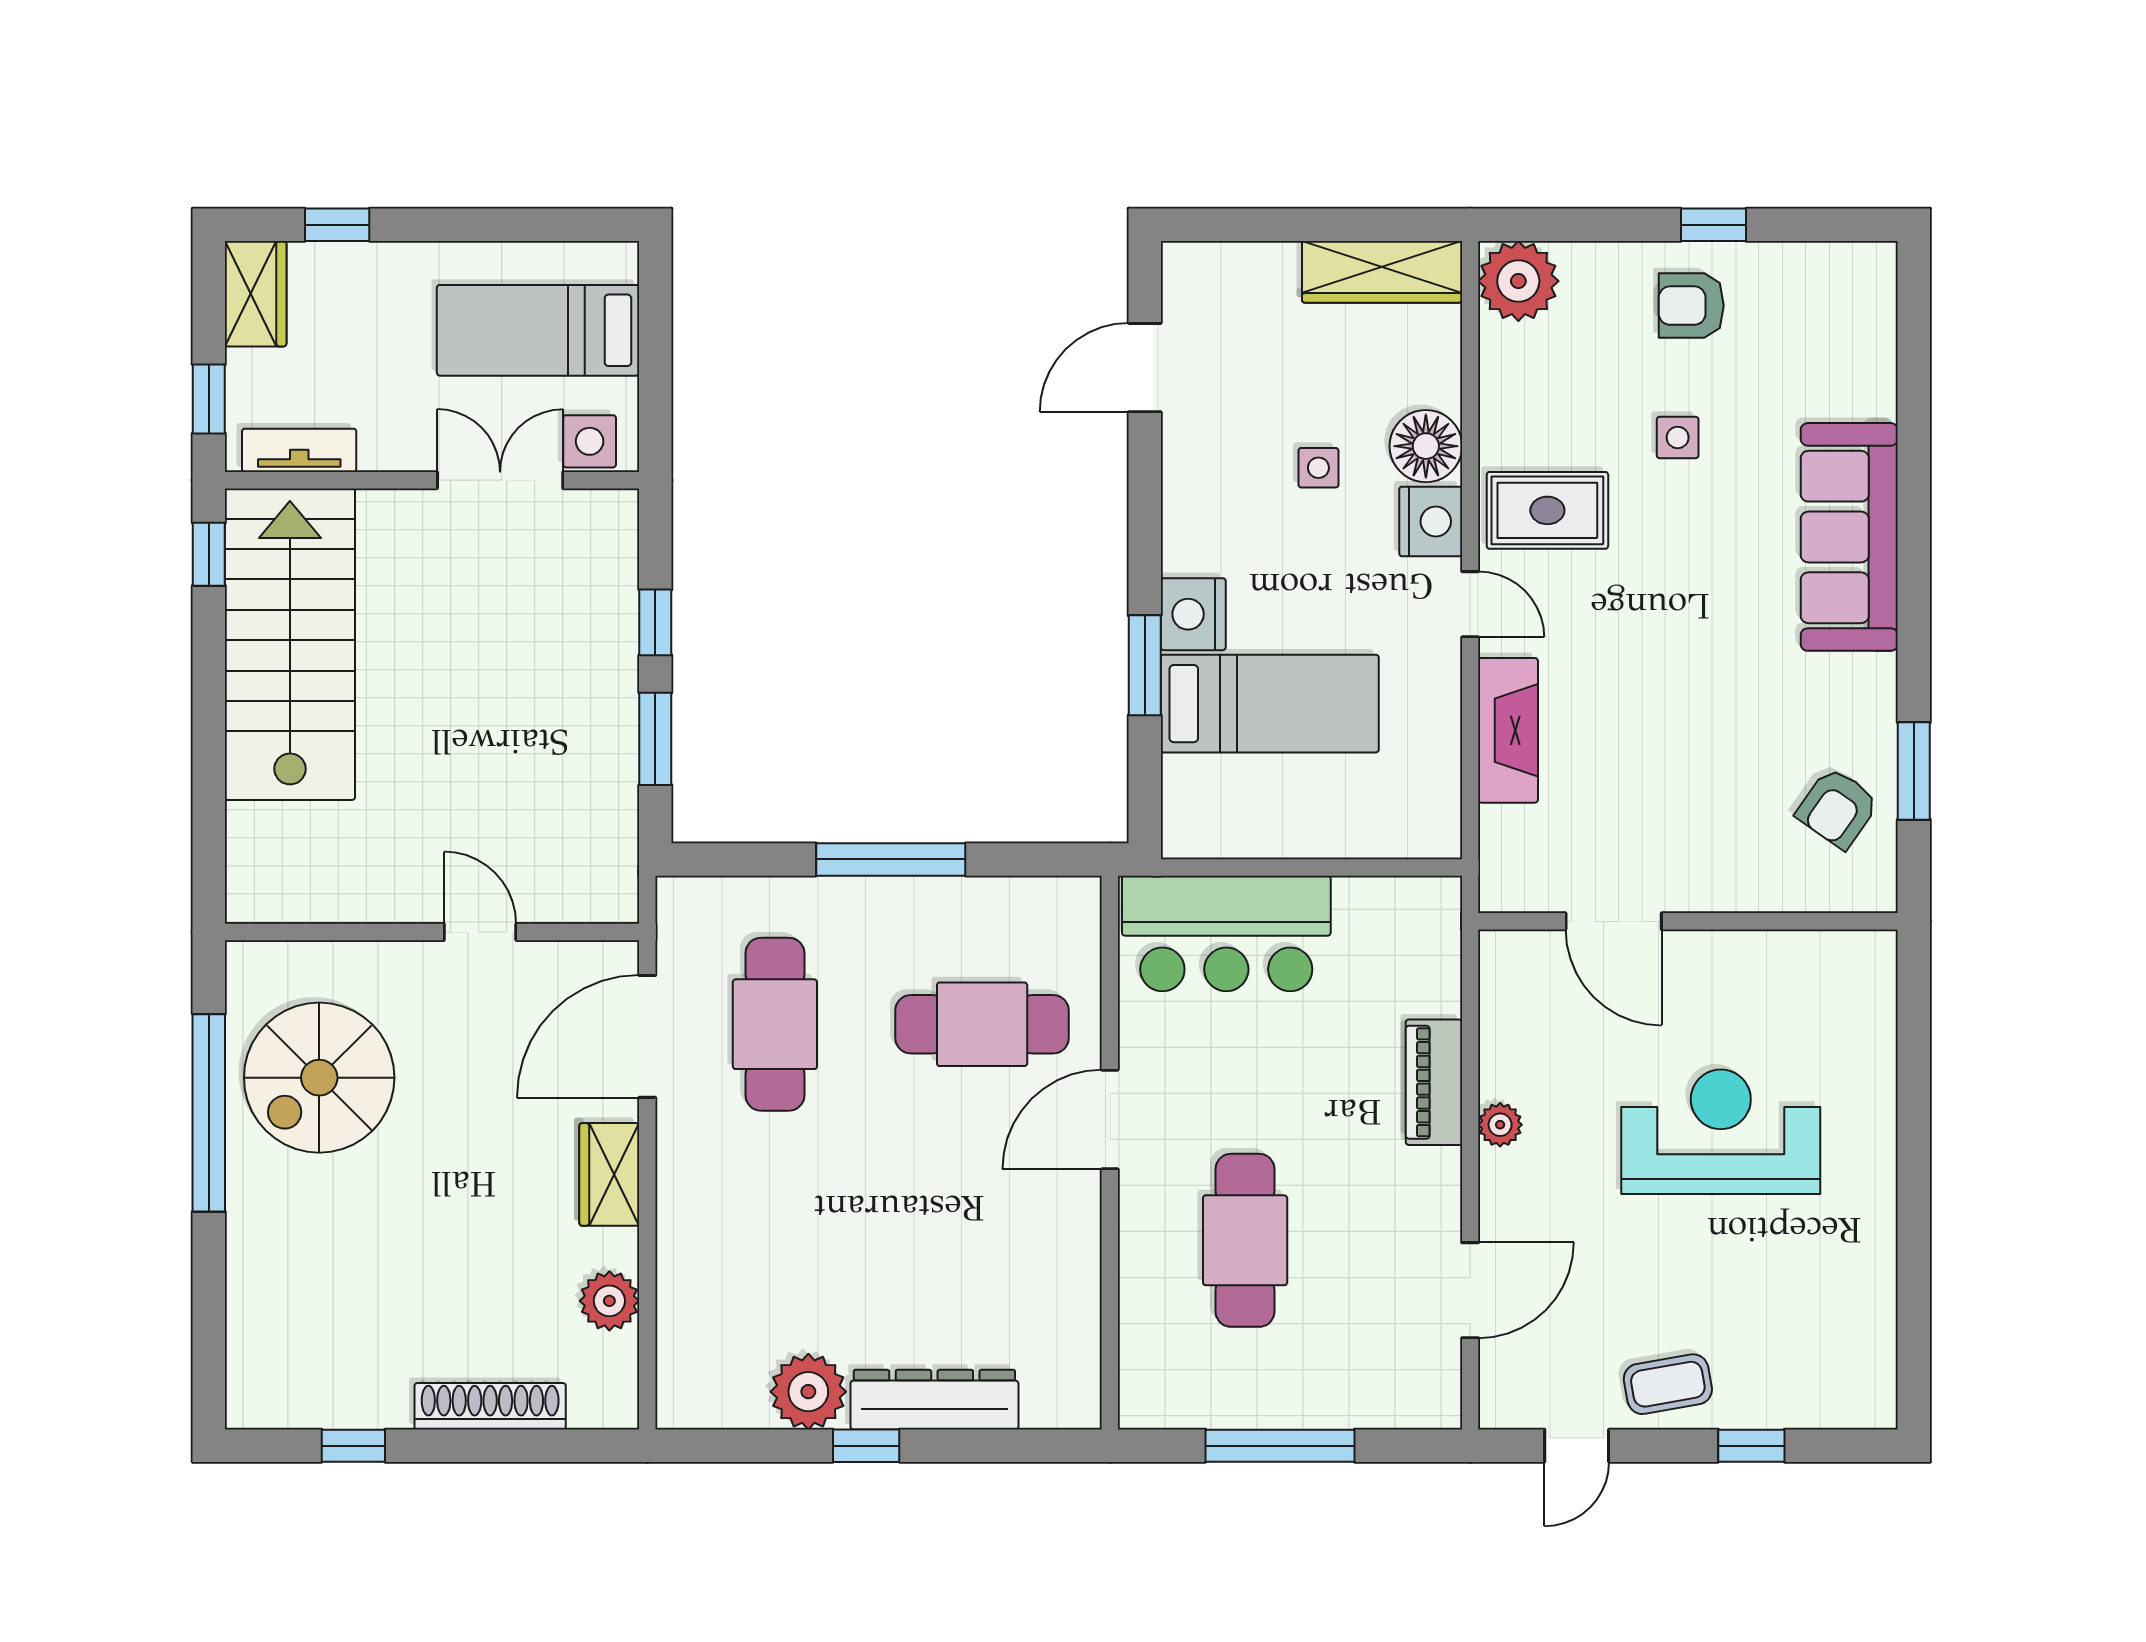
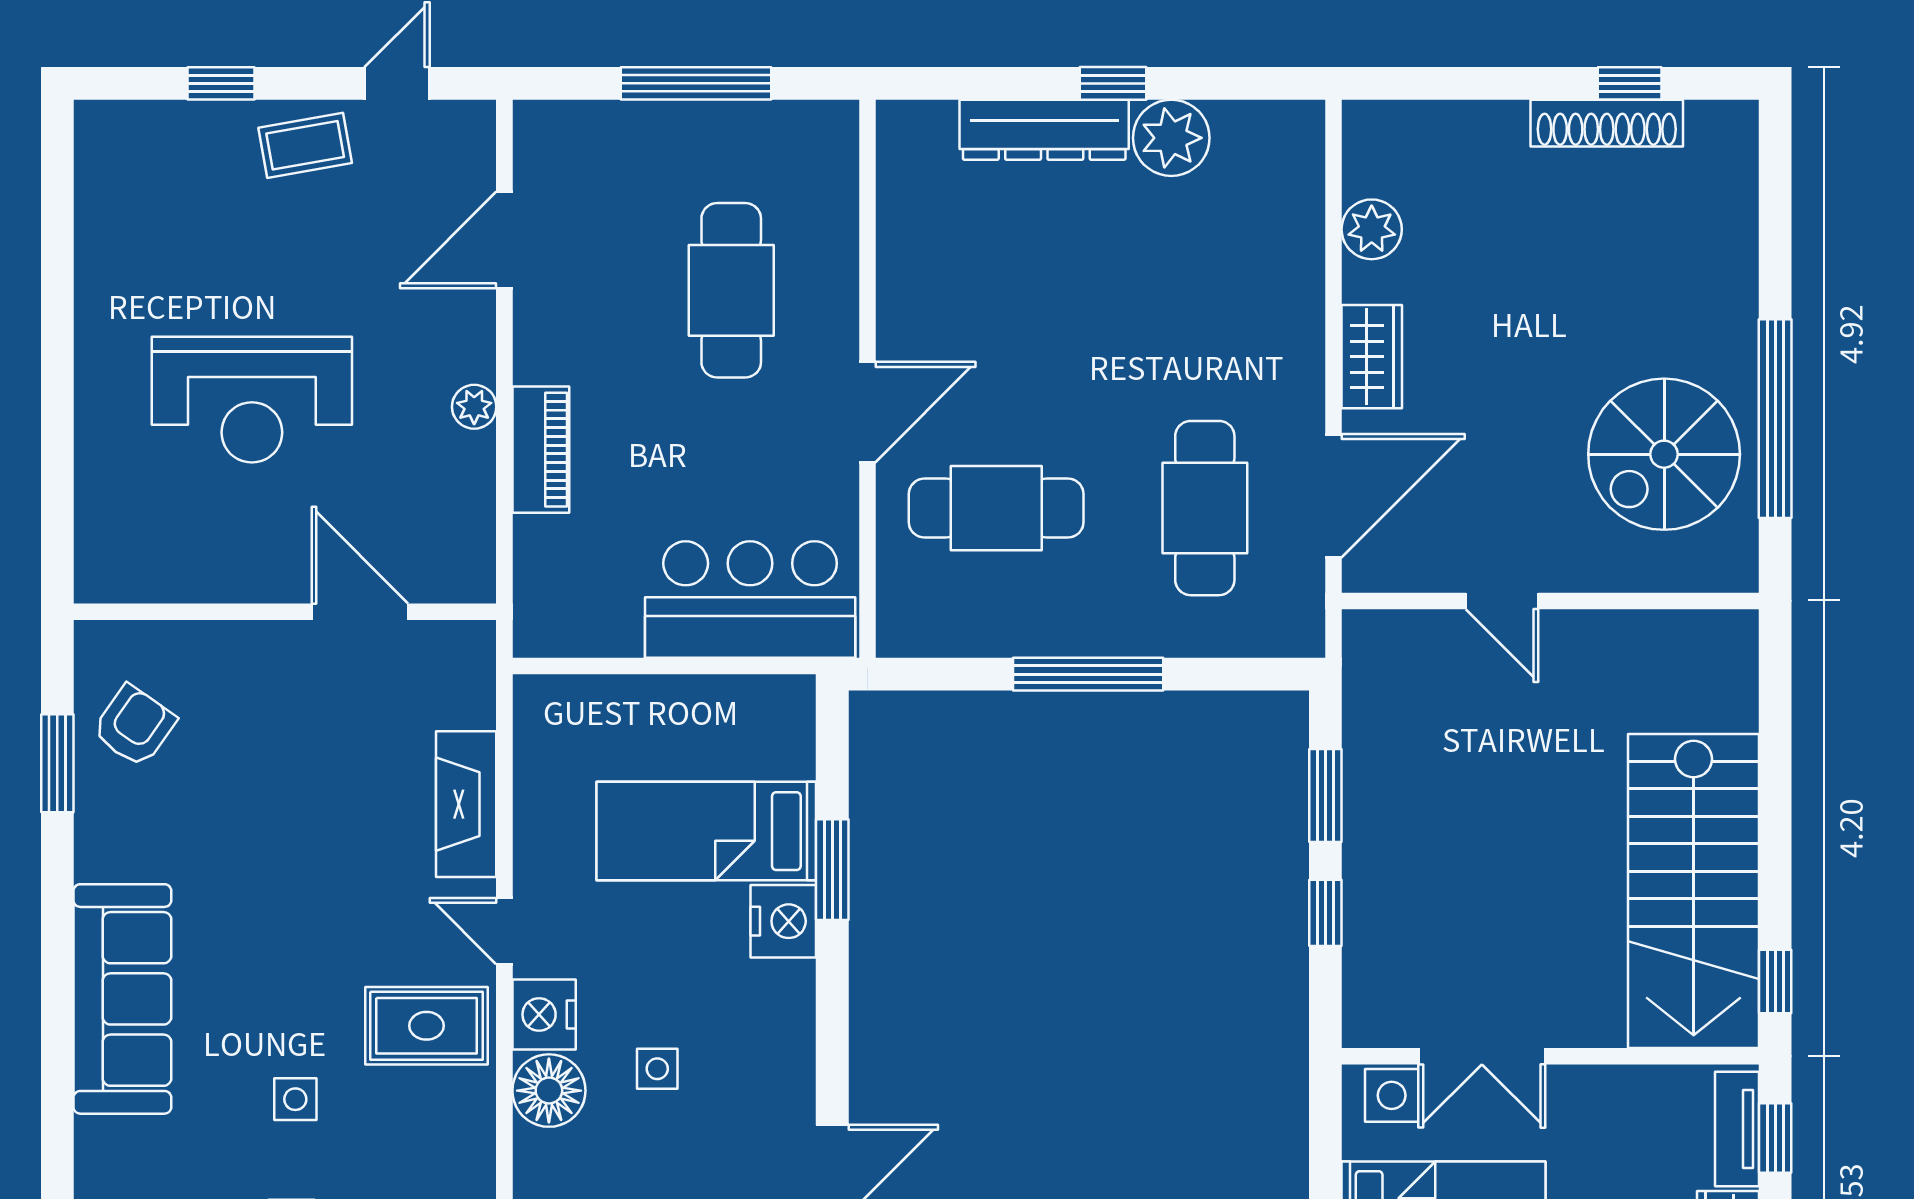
tv unit: (299, 450) -> (1737, 1129), moved, turned 90
spiral stairs: (319, 1078) -> (1664, 454), turned 180
shoe rack: (490, 1406) -> (1607, 123), moved

